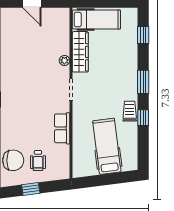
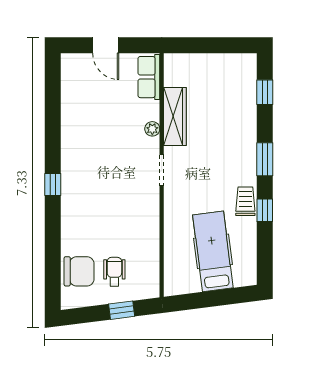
hospital bed: (96, 19) -> (198, 70), removed
row of seats: (62, 128) -> (149, 77), moved
wheelchair: (38, 161) -> (114, 272), turned 180
window: (31, 189) -> (122, 310), moved

